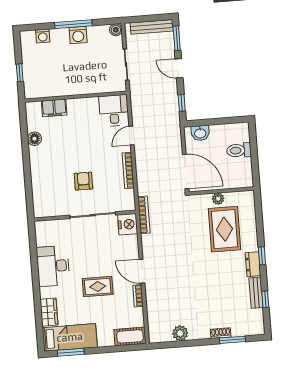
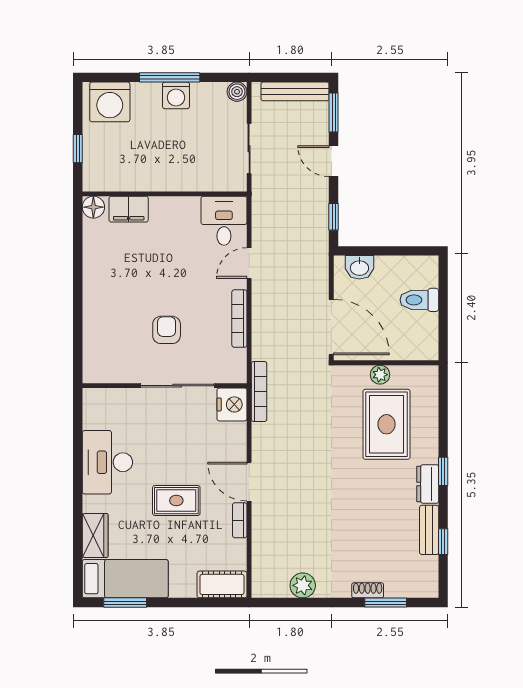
washing machine: (43, 36) -> (110, 102), width x1.89, depth x1.89
floor lamp: (35, 139) -> (93, 207), moved

